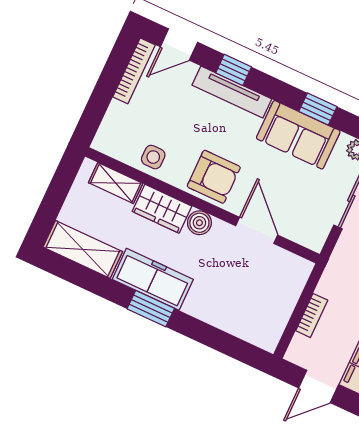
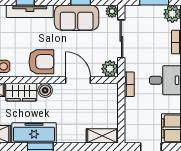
plant: (313, 235) -> (110, 69), added
bookcase: (312, 315) -> (129, 84), moved
shelving: (254, 332) -> (102, 136), added

